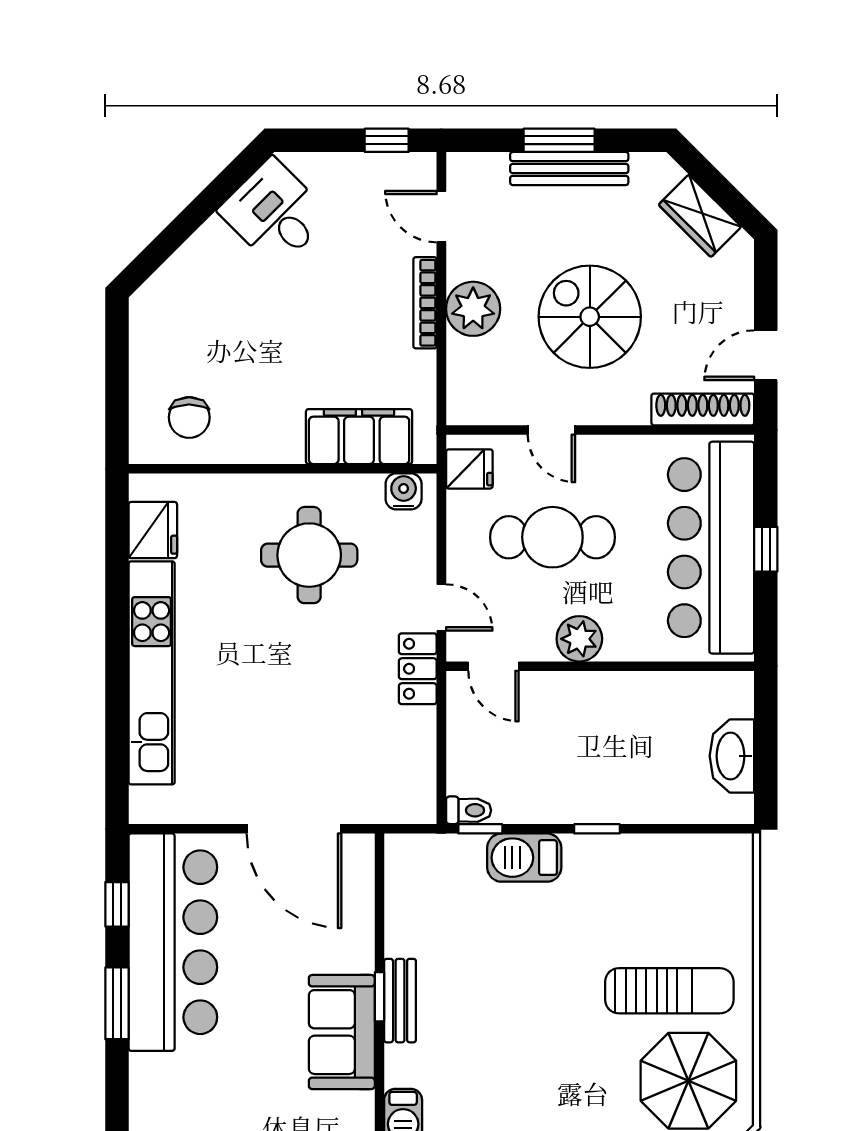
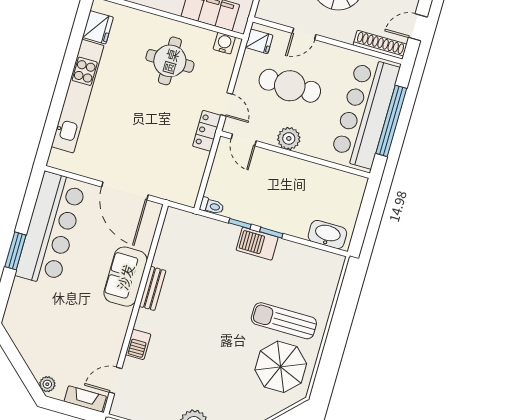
door: (551, 430) -> (304, 34), hinge flipped
window: (766, 549) -> (391, 121), width x3.17
washbasin: (732, 756) -> (327, 235), moved, turned 90
window: (480, 829) -> (240, 224), moved
barbecue: (524, 858) -> (257, 244), moved
window: (117, 904) -> (29, 203), removed
sun lounger: (669, 991) -> (284, 321), turned 180
window: (379, 997) -> (143, 284), removed
sofa: (342, 1032) -> (125, 277), moved

